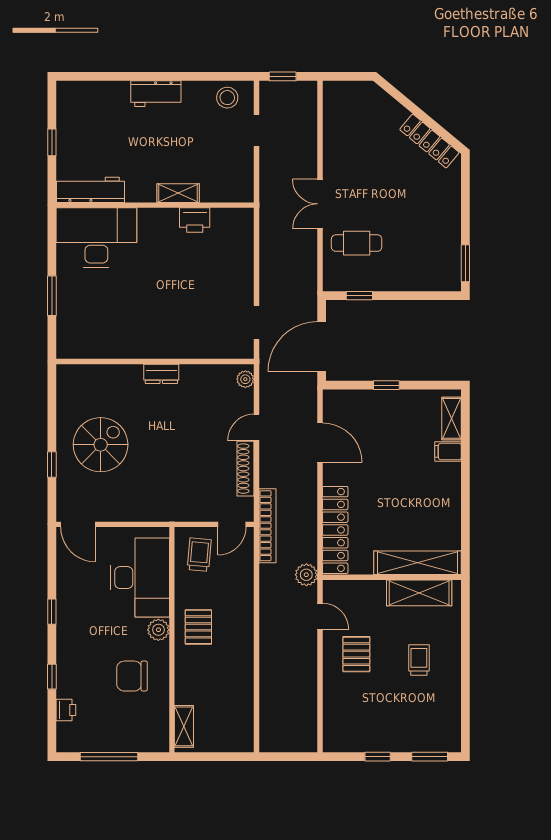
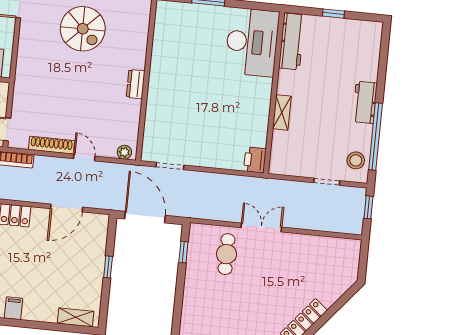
window: (196, 76) -> (376, 136), added
printer: (195, 220) -> (255, 160), moved
filing cabinet: (448, 451) -> (13, 308), moved

